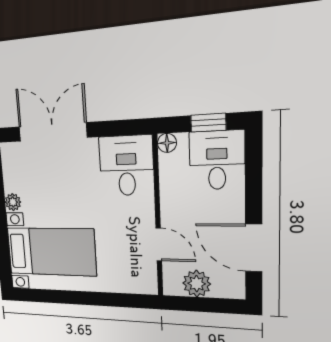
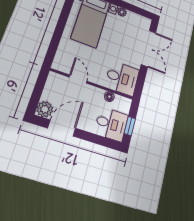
floor lamp: (167, 143) -> (109, 97), moved
door: (159, 244) -> (78, 79), swing flipped
plant: (197, 284) -> (45, 109), moved

